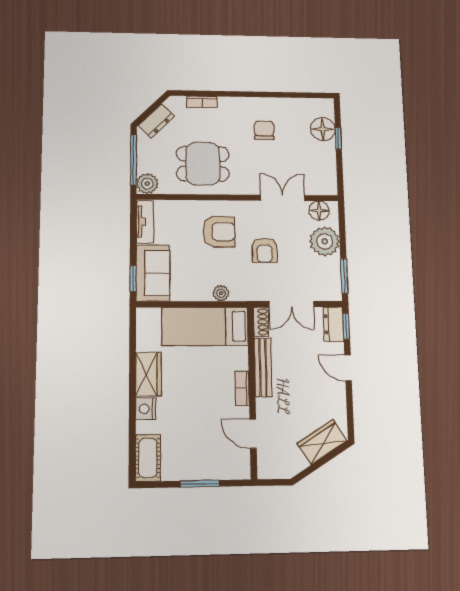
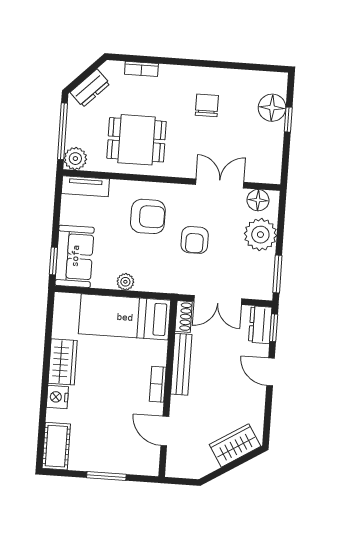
tv unit: (145, 222) -> (85, 186), moved, turned 90
plant: (221, 293) -> (125, 282), moved

